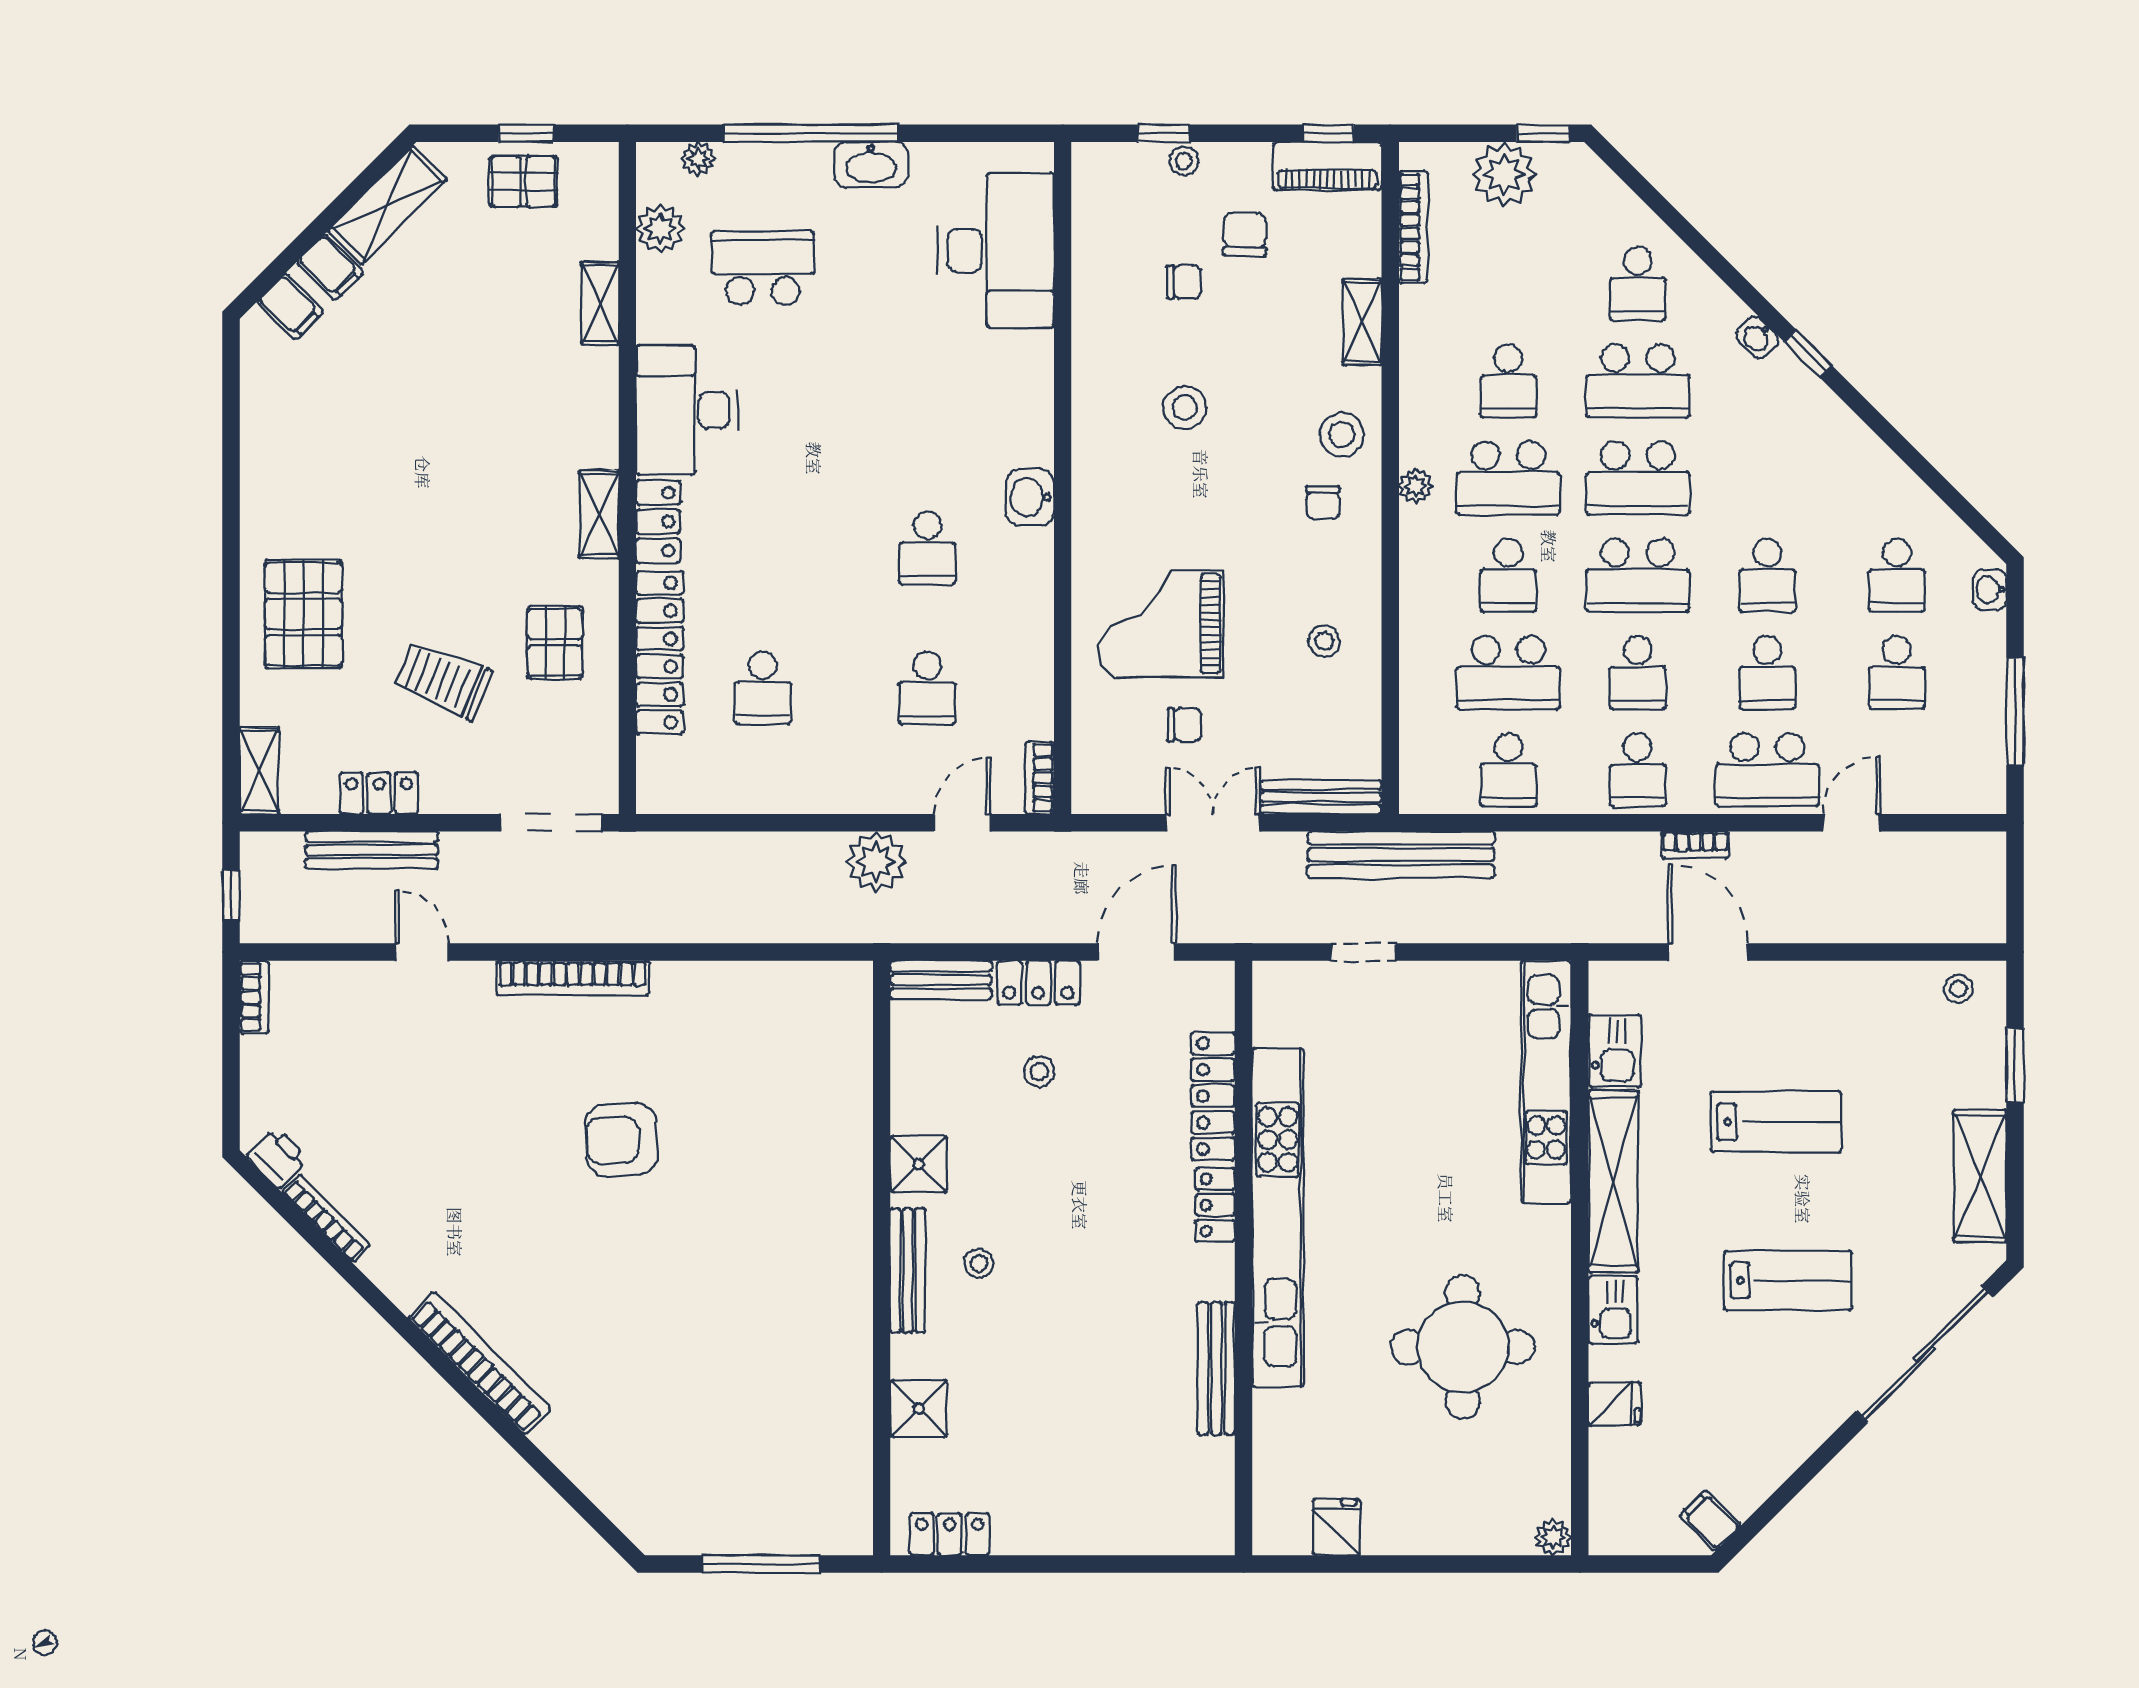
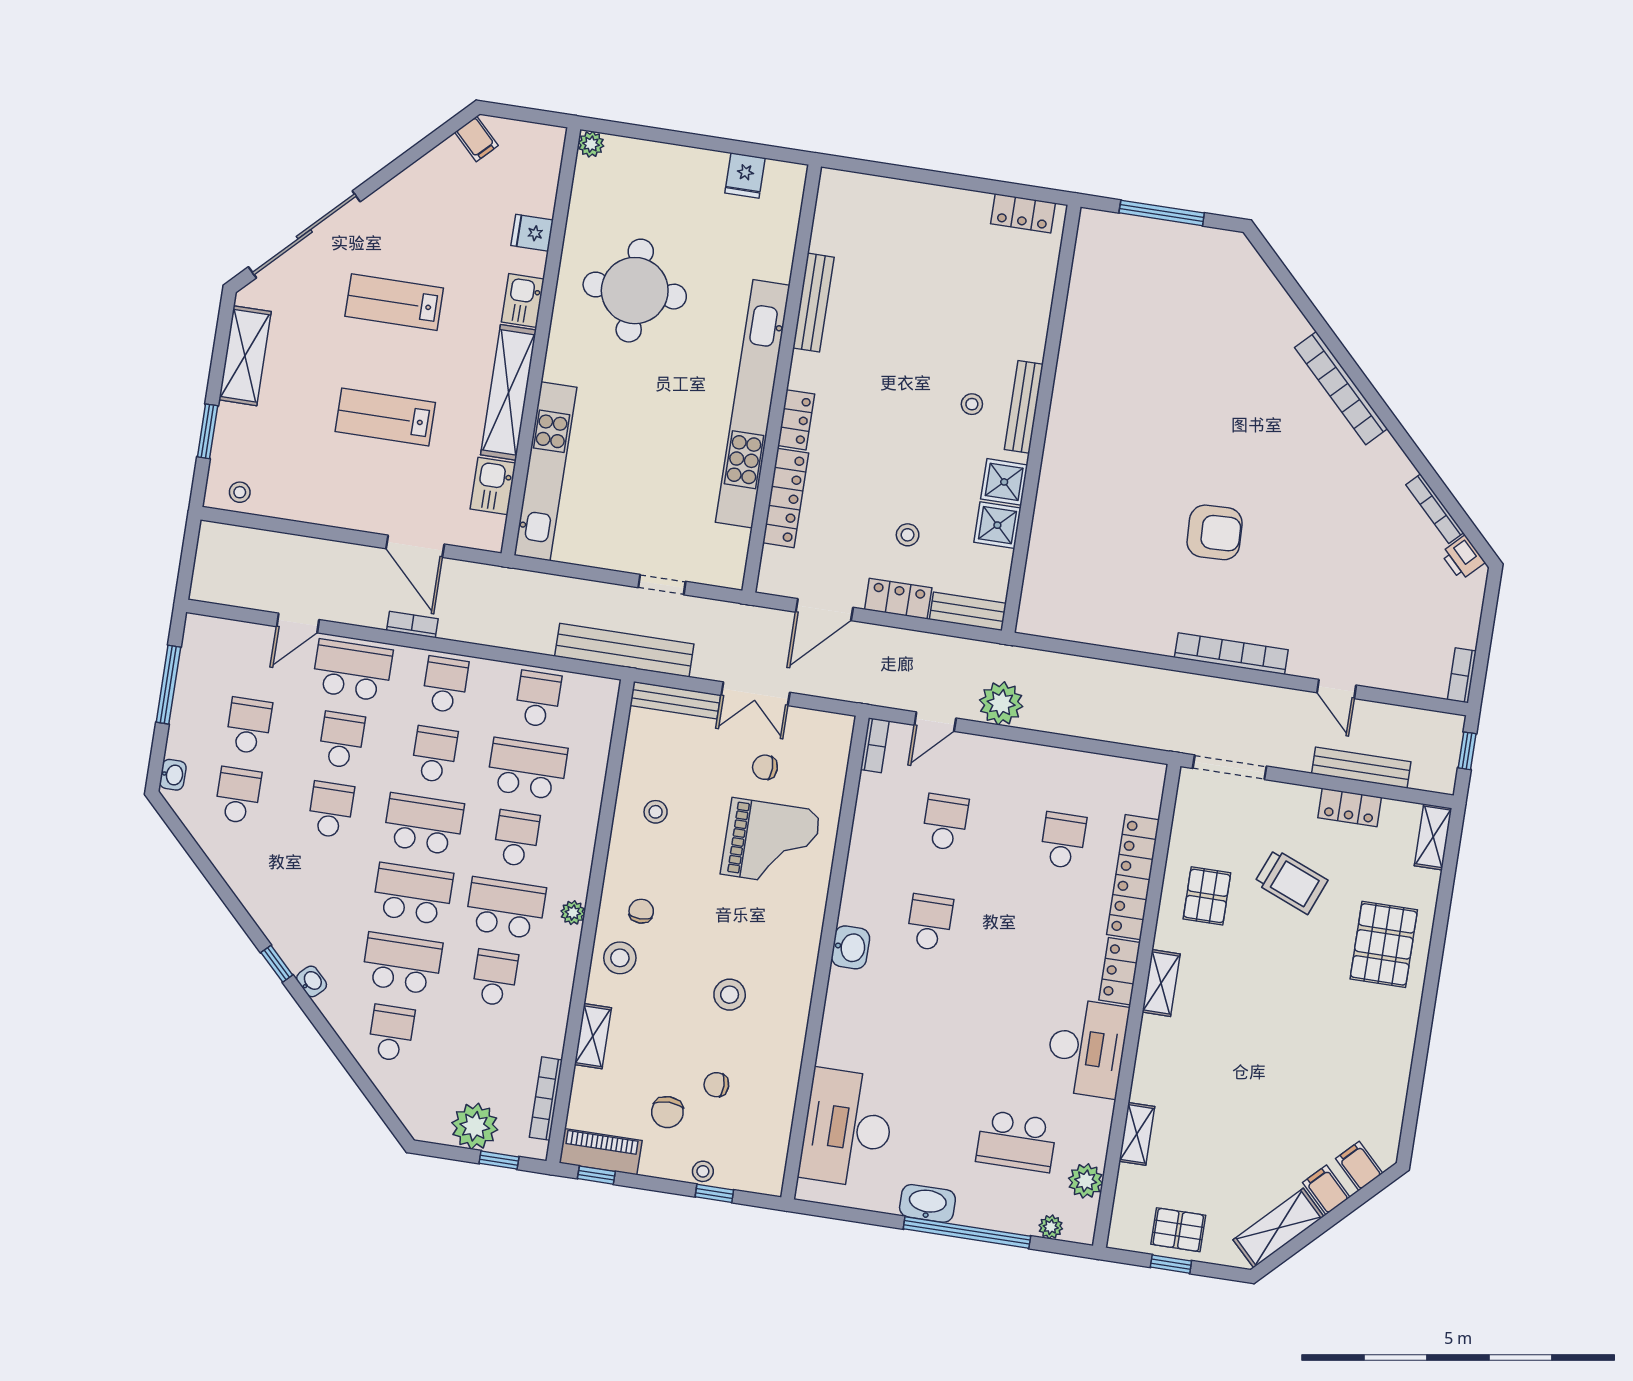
window: (1543, 133) -> (499, 1160), moved
shower: (919, 1409) -> (997, 525), moved

